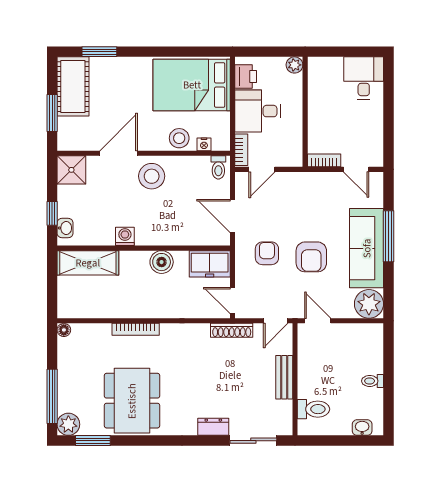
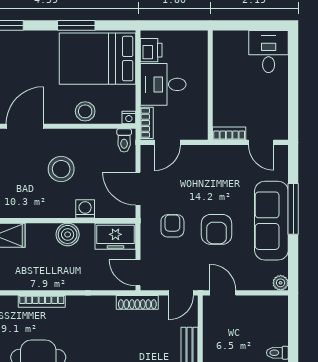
window: (170, 52) -> (76, 25), added
plant: (294, 65) -> (200, 39), removed
nightstand: (204, 144) -> (129, 118), moved
stool: (152, 176) -> (61, 169), moved
washing machine: (125, 236) -> (85, 209), moved
plant: (369, 304) -> (281, 283), width x0.53, depth x0.53

